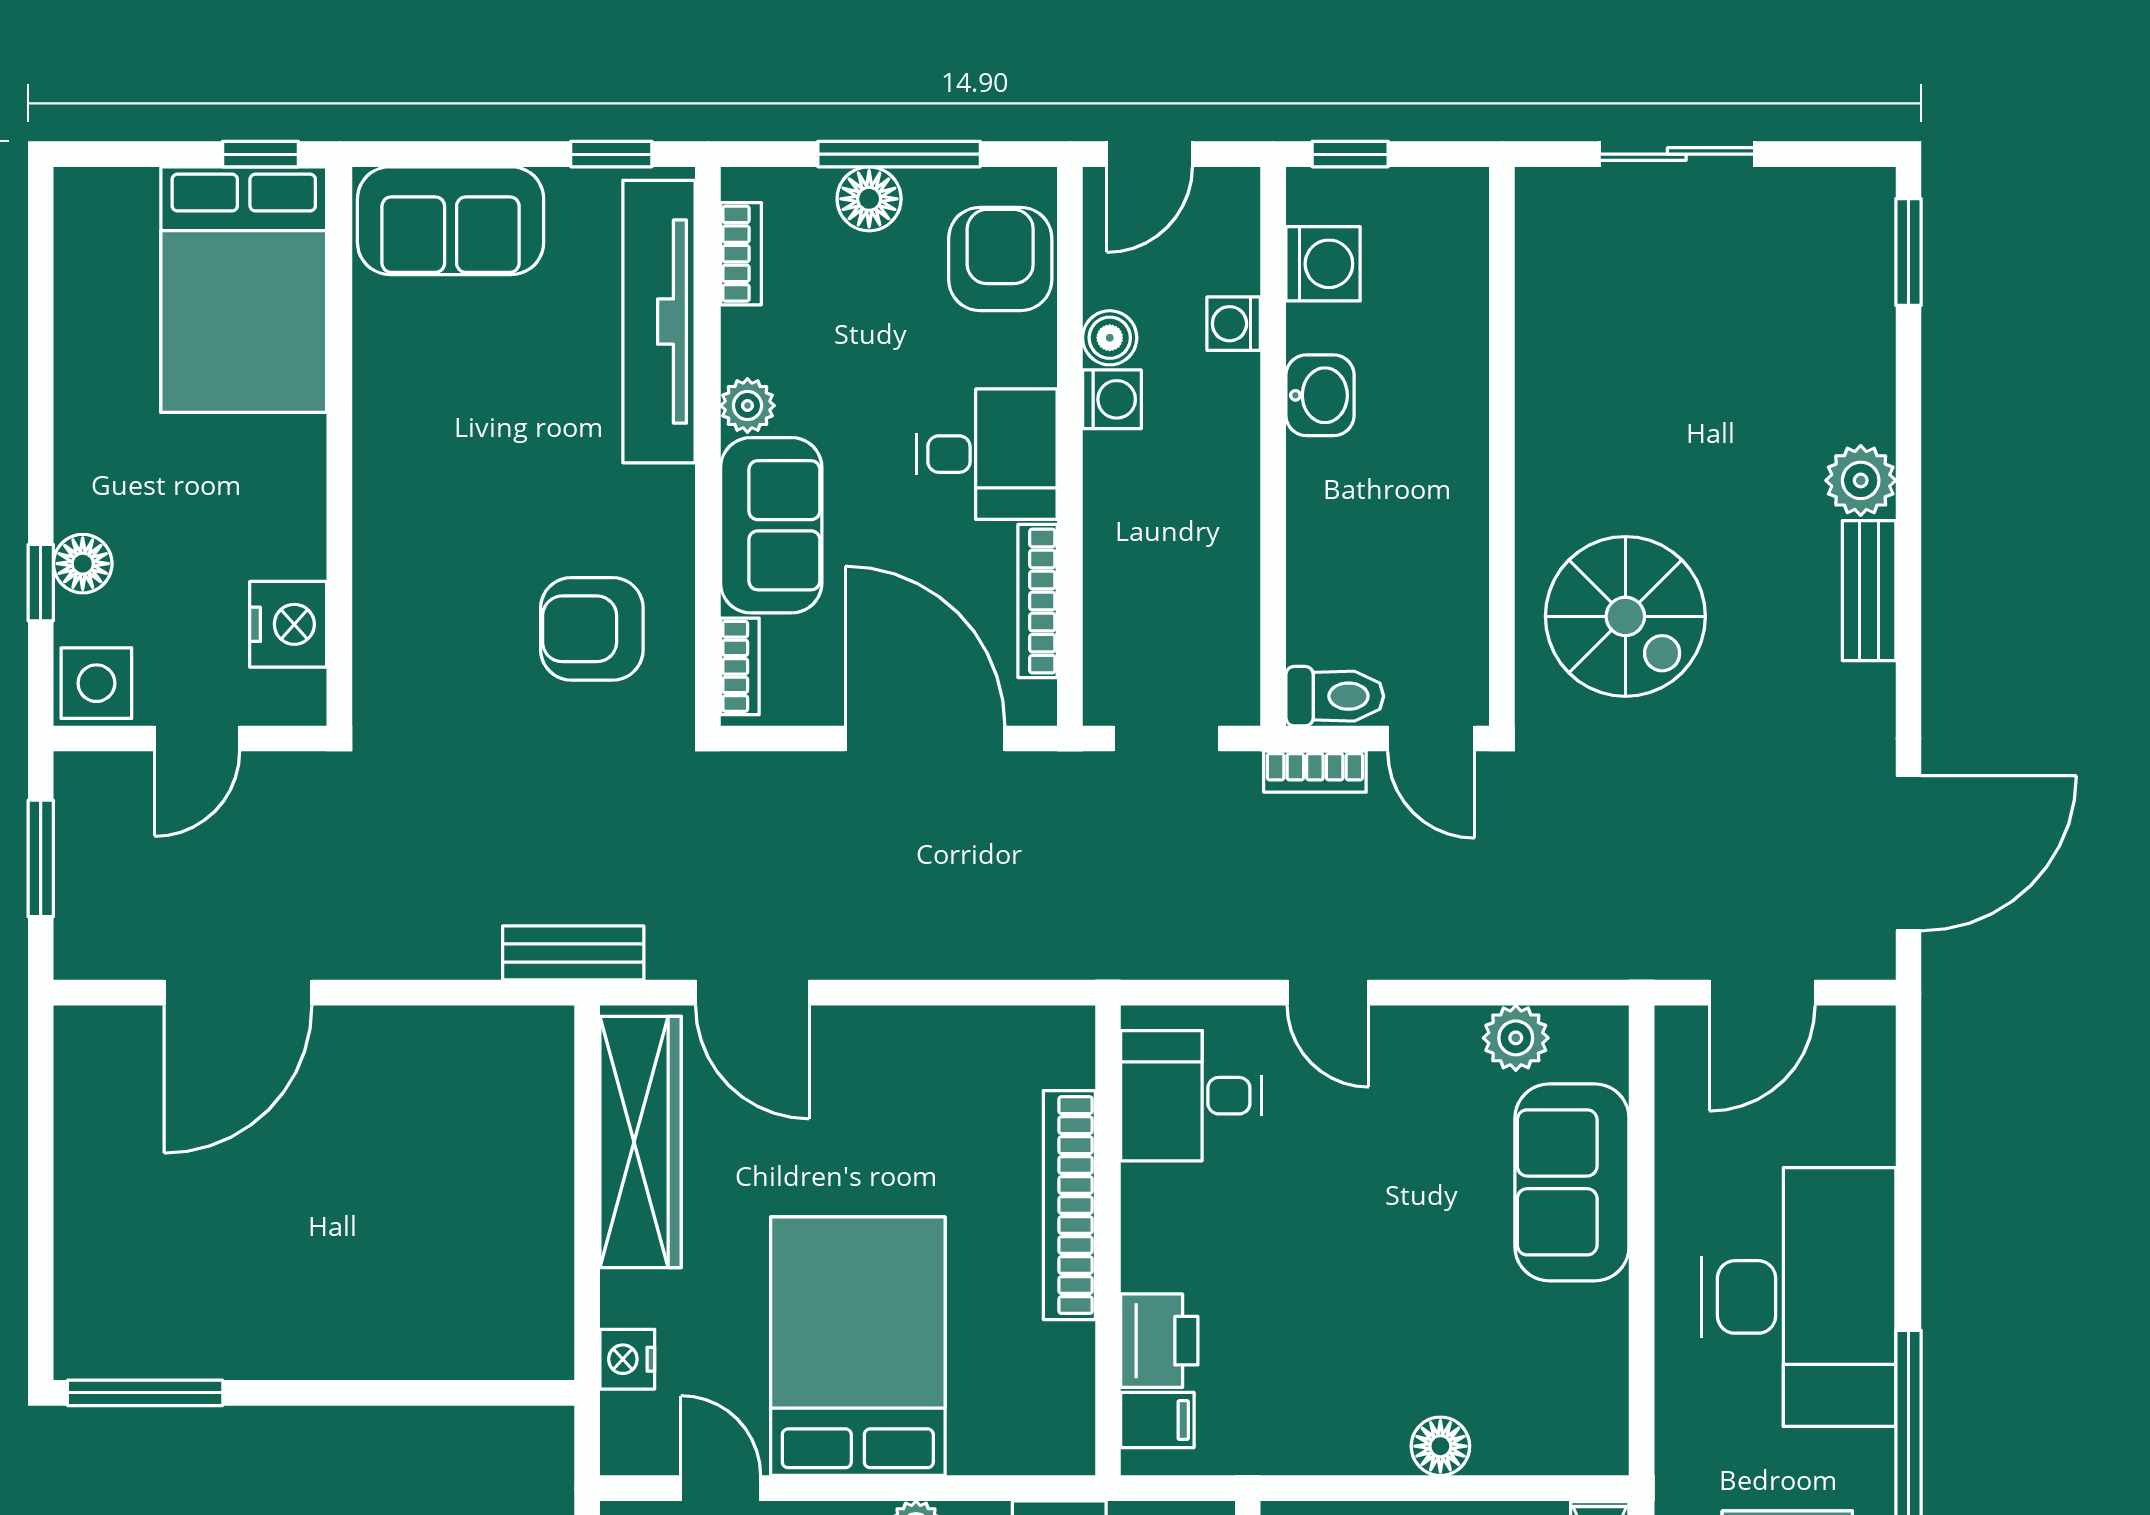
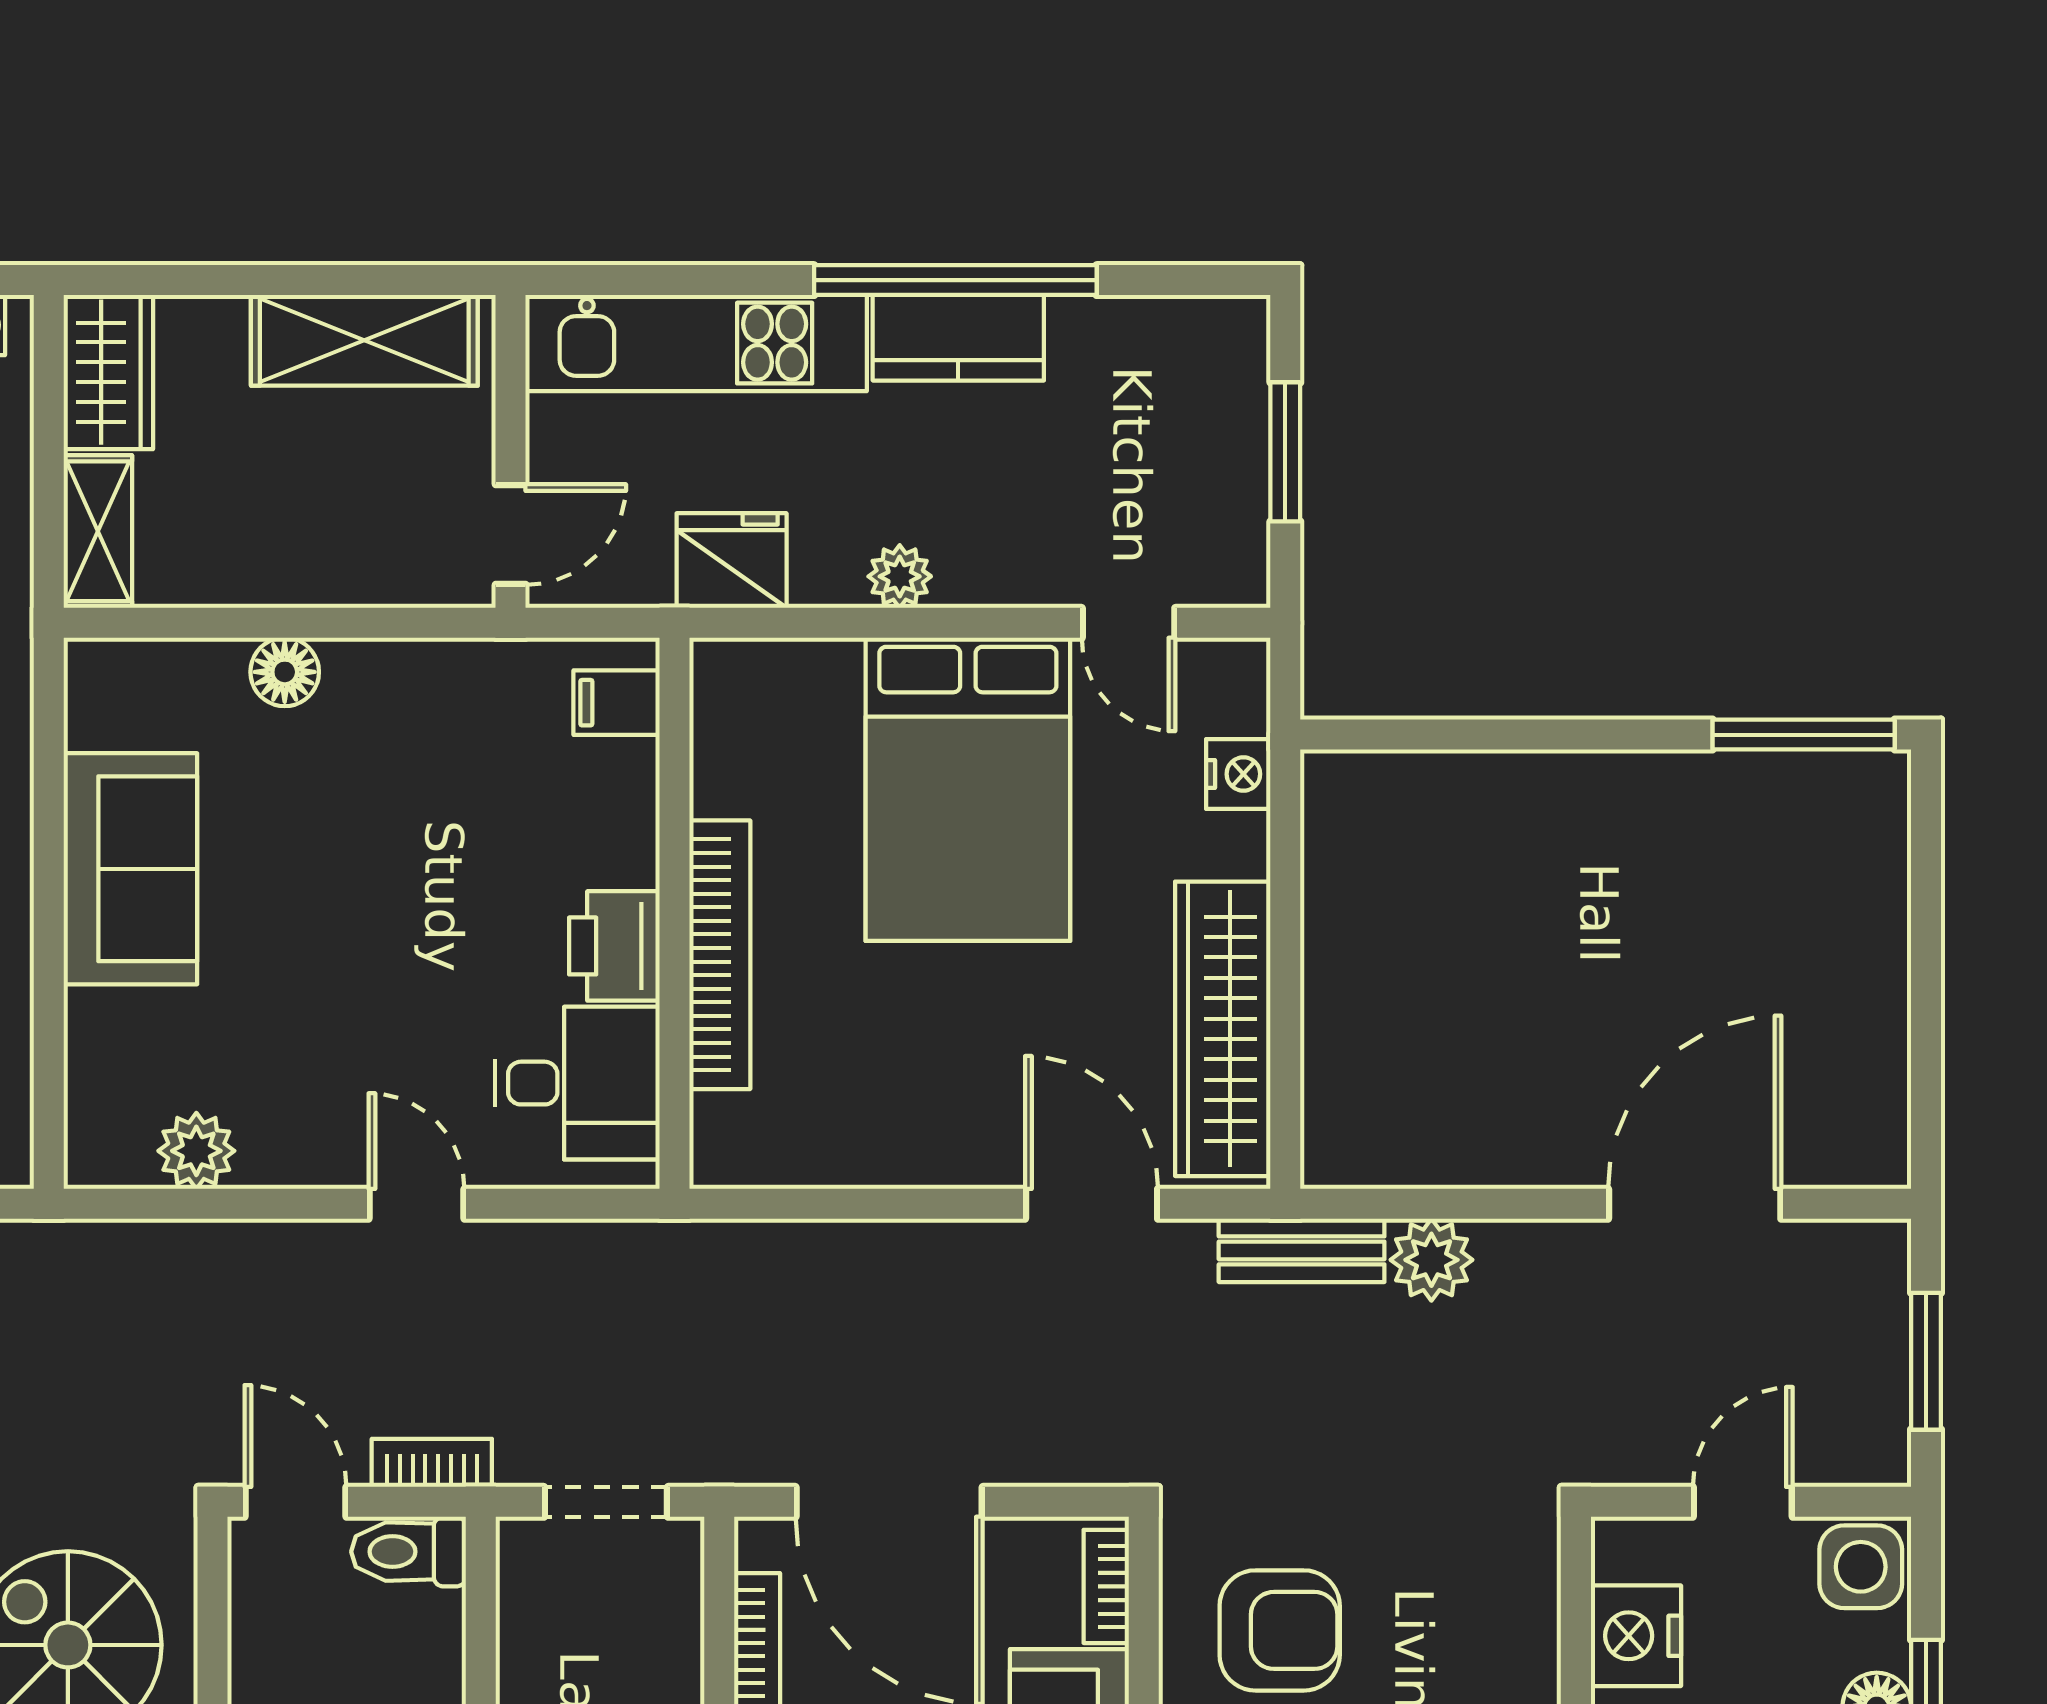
plant: (462, 945) -> (1431, 1260), added
sofa: (1572, 1182) -> (130, 869), moved
printer: (1159, 1341) -> (614, 946), moved

